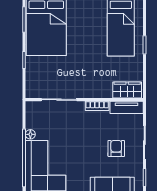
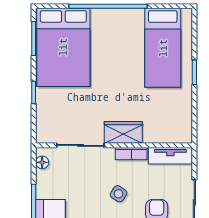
wardrobe: (127, 90) -> (123, 132), moved
floor lamp: (30, 134) -> (42, 162), moved
side table: (88, 136) -> (118, 194), added

